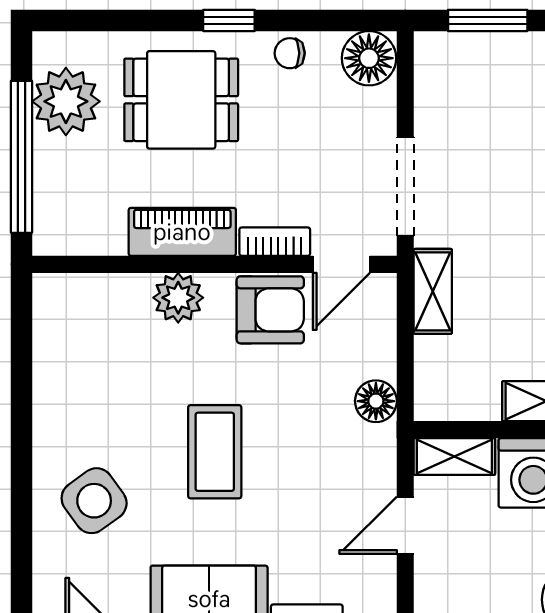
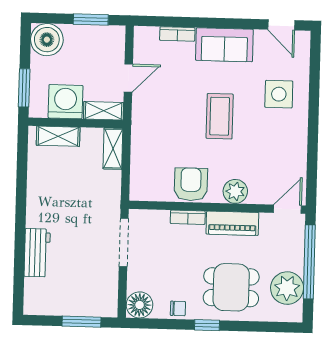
door: (341, 264) -> (287, 209), moved
shelving: (433, 291) -> (113, 149), moved
armchair: (270, 310) -> (191, 184), turned 90
floor lamp: (376, 401) -> (141, 139), removed
side table: (94, 501) -> (279, 94), turned 36

